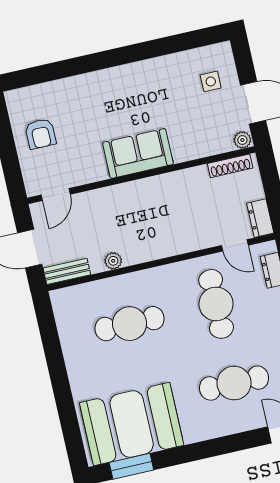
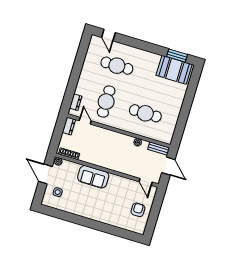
sofa: (138, 153) -> (93, 177), moved
door: (56, 195) -> (146, 182), swing flipped
booth: (132, 424) -> (174, 70), width x0.73, depth x0.70

